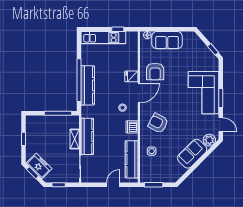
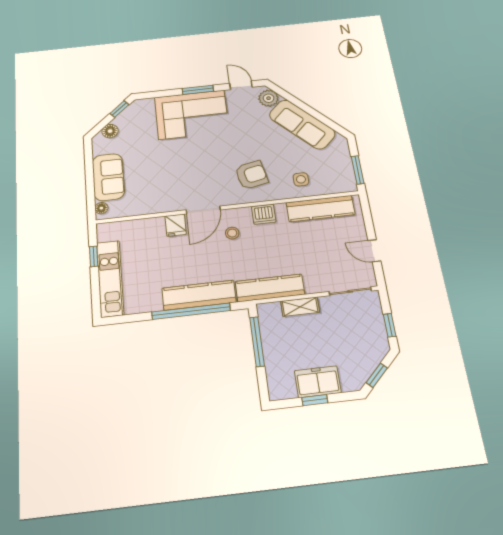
floor lamp: (198, 43) -> (110, 131), added
armchair: (155, 72) -> (164, 189), removed
door: (139, 93) -> (203, 210), swing flipped
armchair: (158, 123) -> (251, 175), turned -130
door: (221, 125) -> (241, 85), hinge flipped
kitchen counter: (87, 136) -> (270, 288), moved
sofa: (192, 154) -> (302, 124), width x1.36
freezer: (39, 166) -> (318, 382), moved, turned 45
door: (113, 185) -> (374, 251), moved

